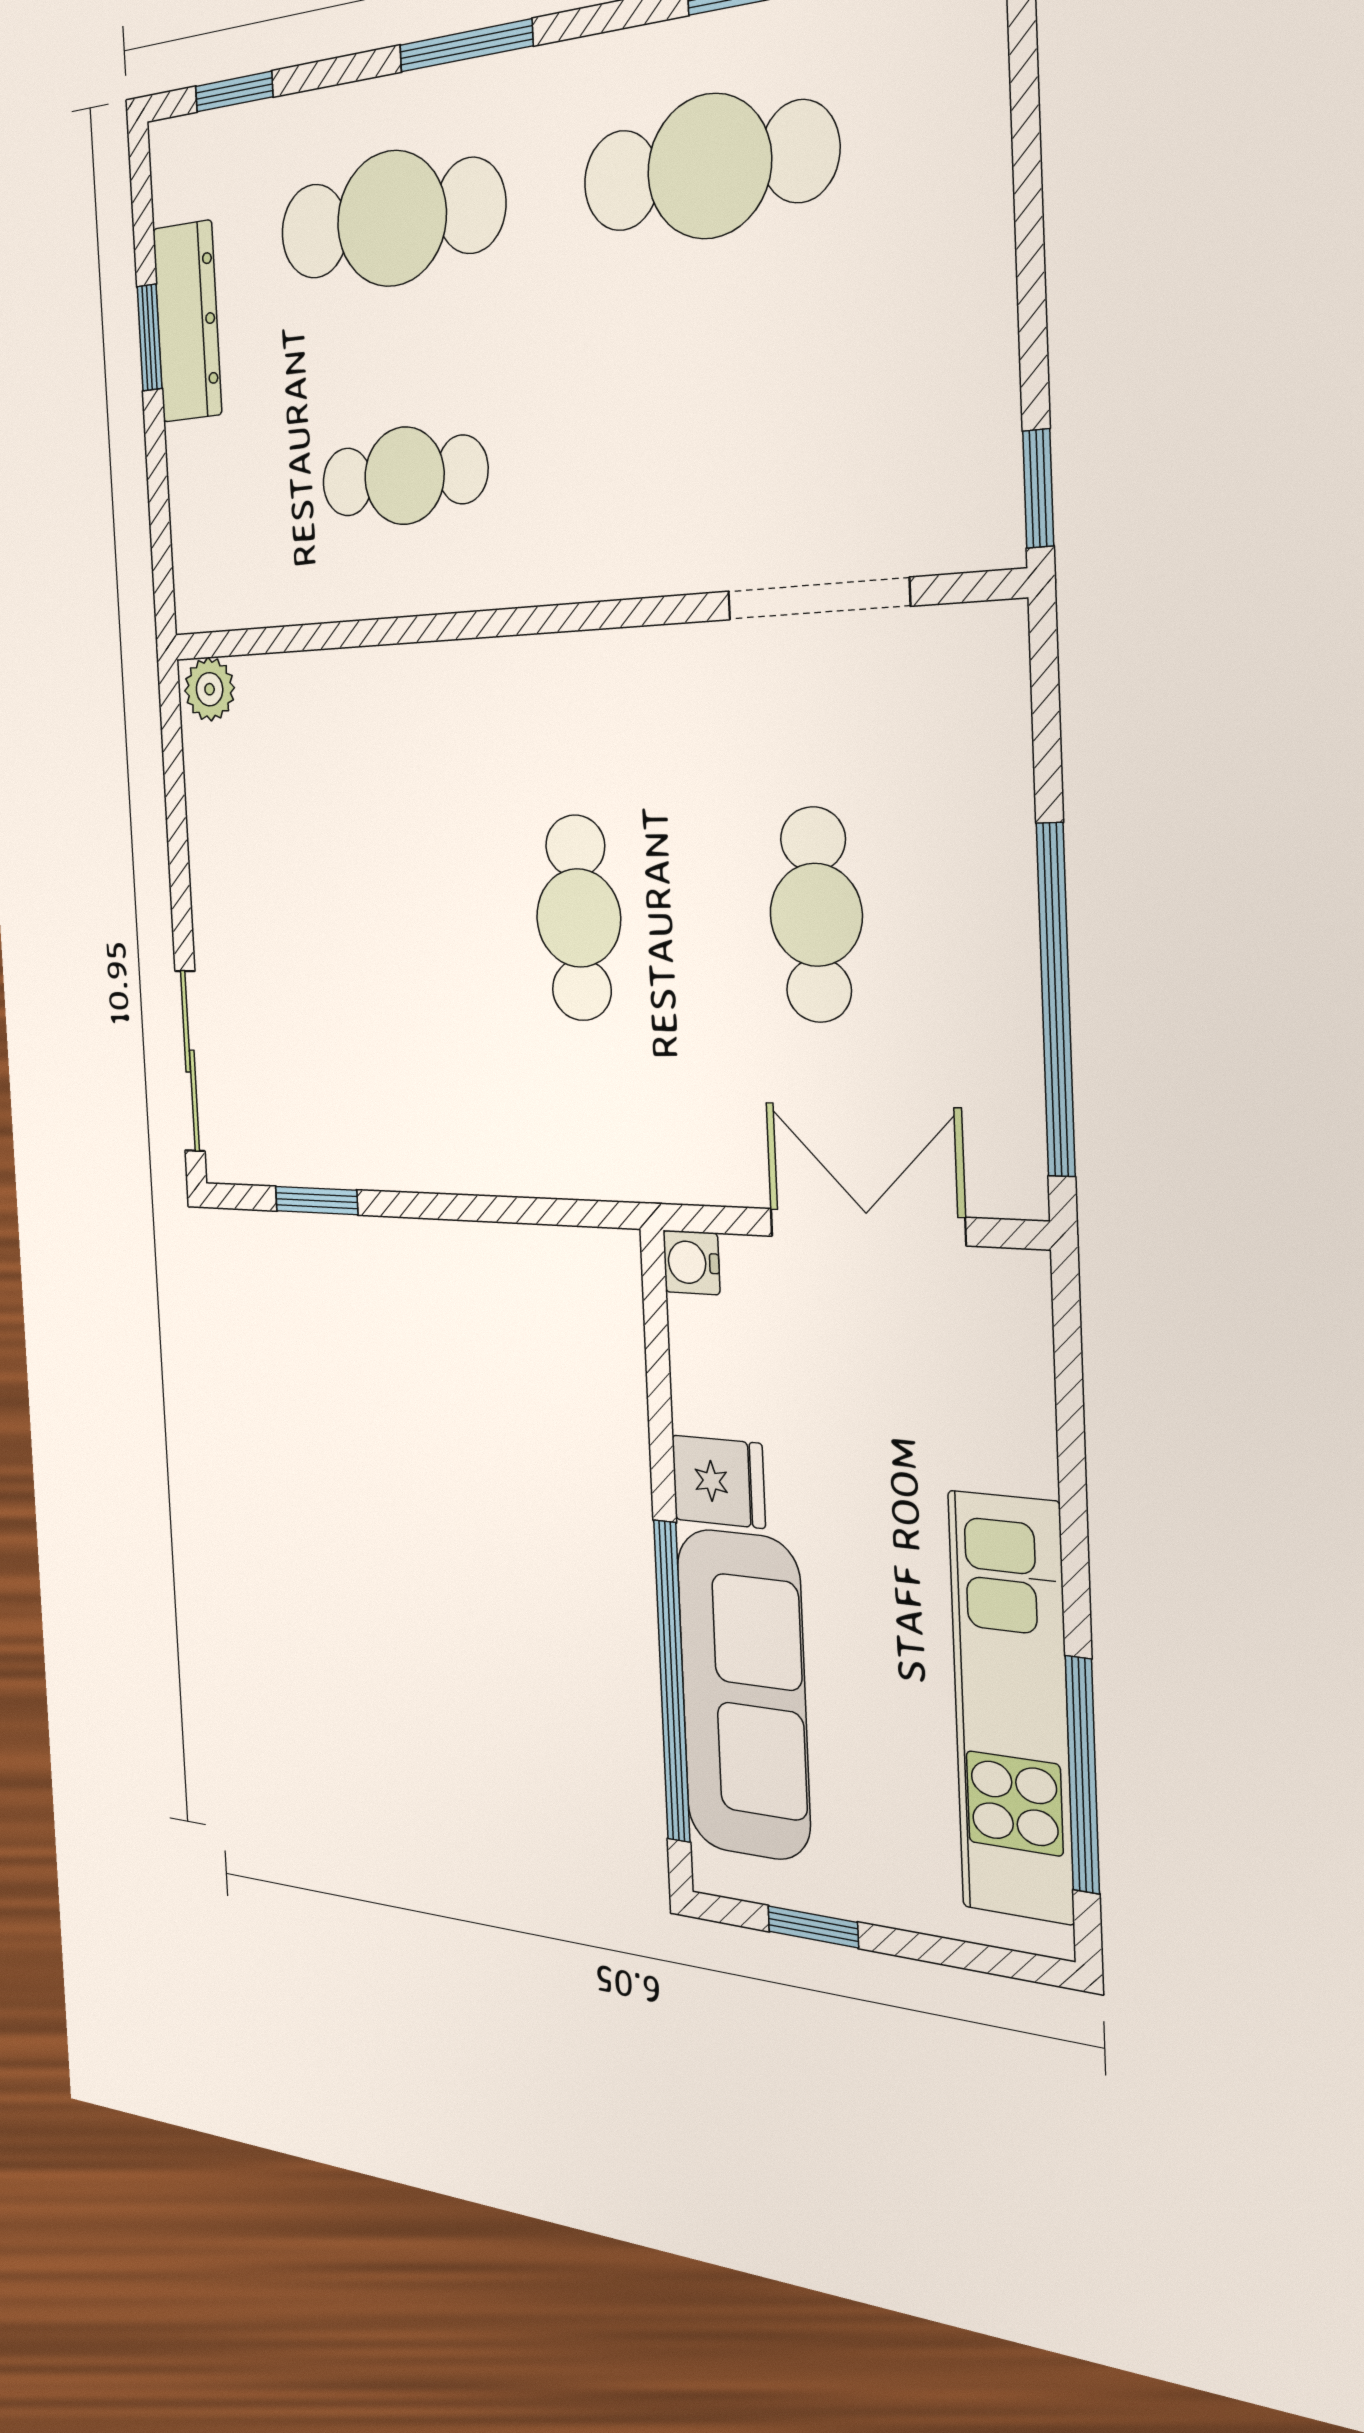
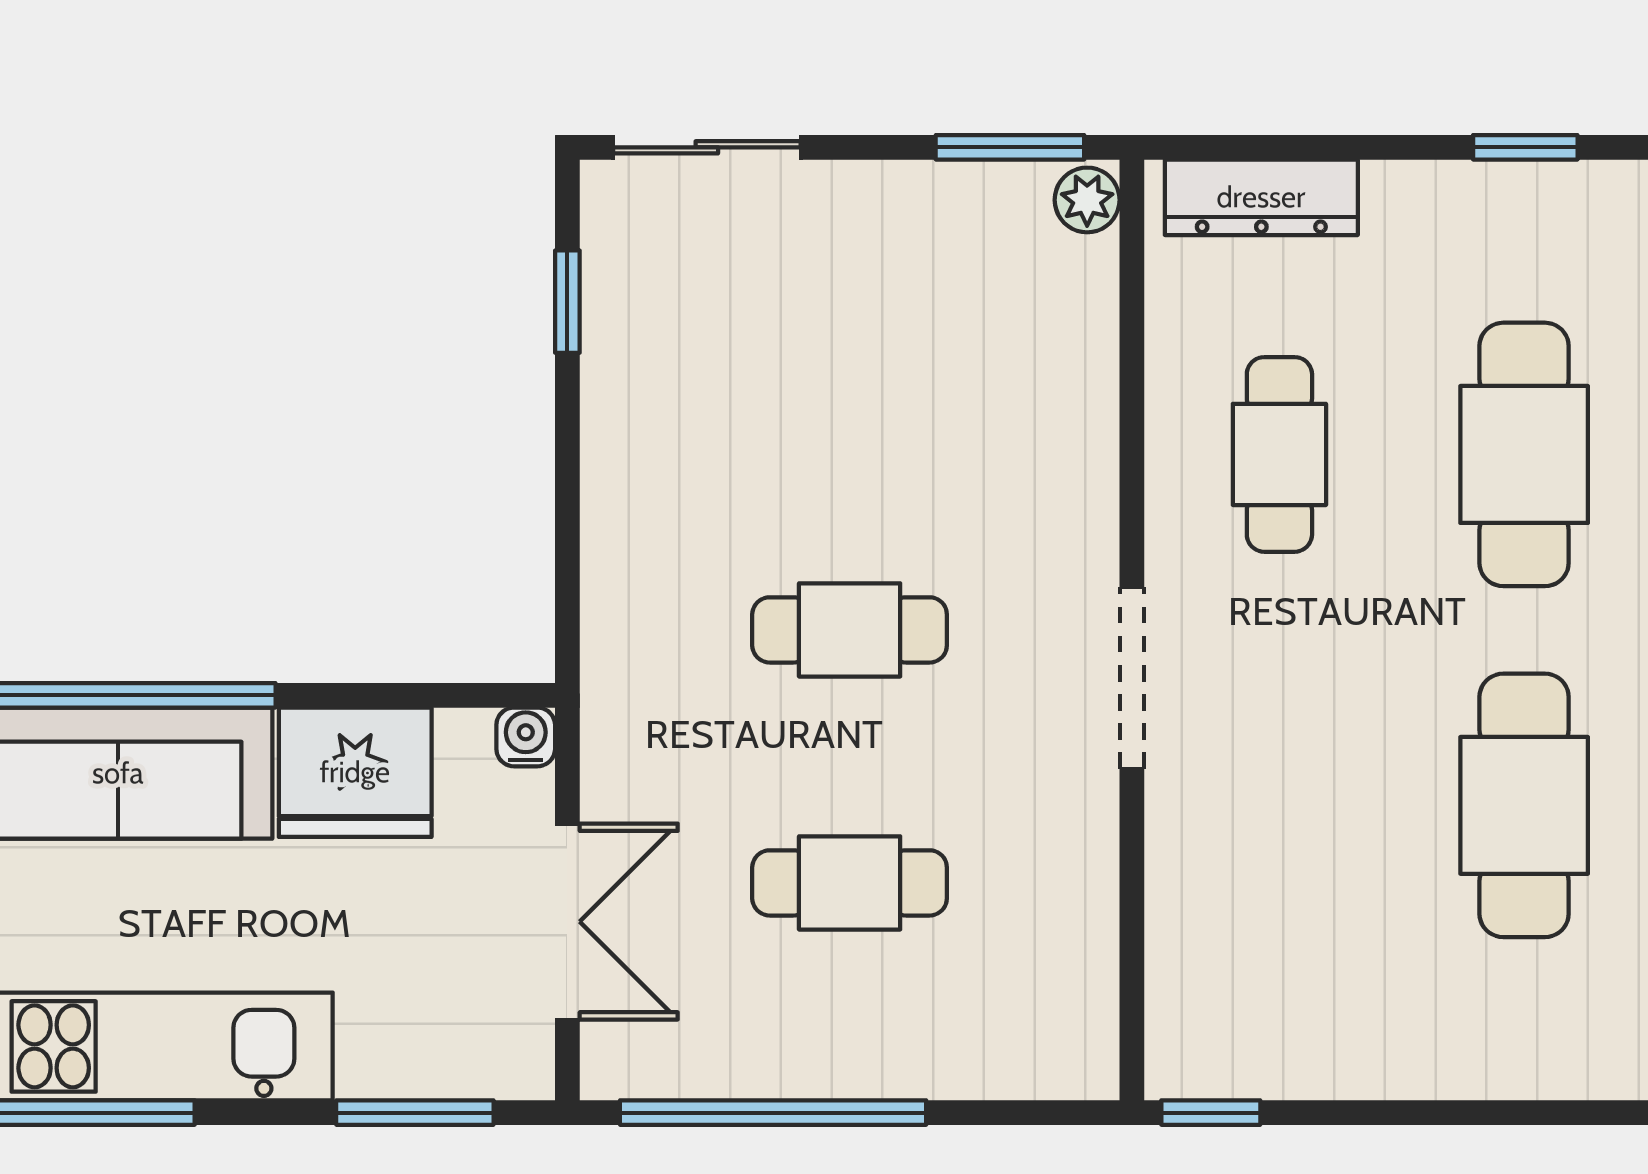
dresser: (187, 321) -> (1261, 197), moved
window: (150, 337) -> (1525, 147), moved
doorway: (818, 599) -> (1132, 678), moved
window: (174, 767) -> (1010, 147), added
window: (1070, 1410) -> (415, 1113), added
fridge: (718, 1482) -> (355, 772), width x1.88, depth x1.34

